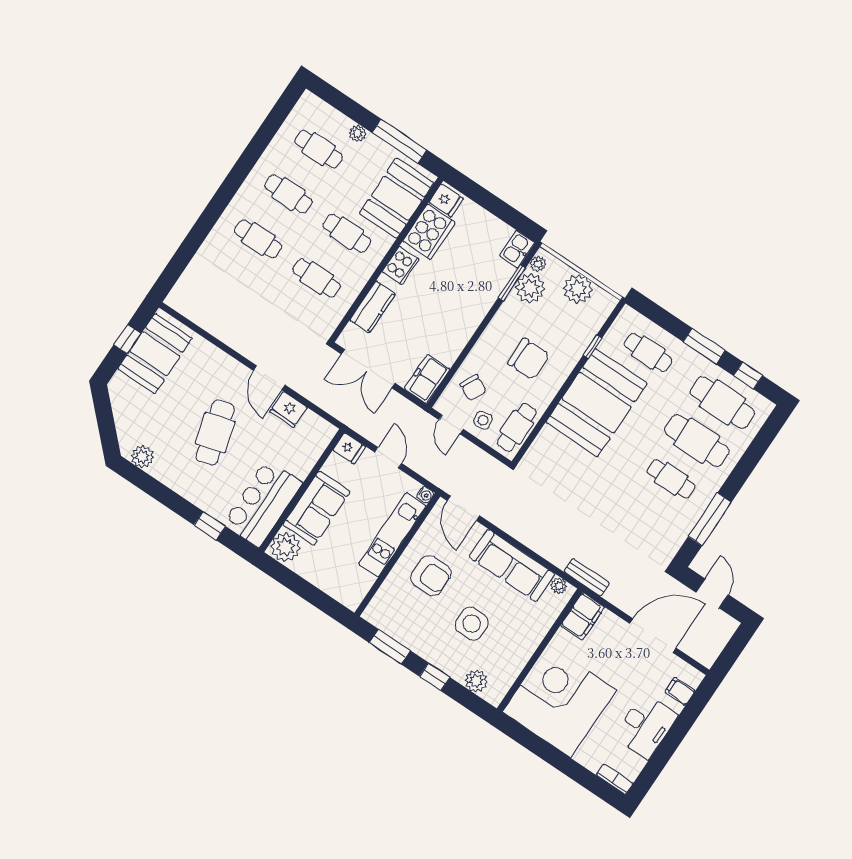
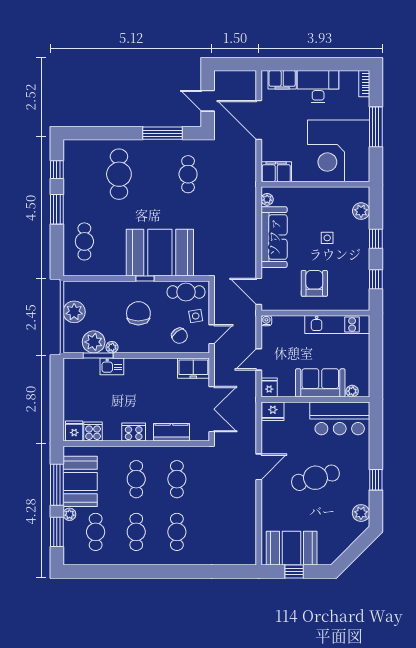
window: (347, 106) -> (57, 532), added
booth: (397, 198) -> (80, 481), moved, turned 90
cooker: (429, 232) -> (93, 431), width x0.53, depth x0.76
kitchen sink: (517, 249) -> (112, 366), moved
plant: (538, 264) -> (112, 347), moved
window: (593, 347) -> (145, 278), moved
chair: (473, 388) -> (179, 336), turned 115
booth: (597, 403) -> (160, 253), moved
cafe table: (722, 403) -> (84, 174), removed
fridge: (288, 410) -> (273, 411), moved, turned 90
cafe table: (671, 479) -> (188, 174), moved
door: (463, 508) -> (259, 291), swing flipped
window: (210, 526) -> (376, 480), moved
kitchen unit: (392, 535) -> (337, 325), moved
plant: (286, 547) -> (352, 391), width x0.53, depth x0.53
bench: (587, 577) -> (250, 186), removed
door: (712, 593) -> (208, 101), hinge flipped
side table: (472, 624) -> (327, 238), width x0.54, depth x0.54
window: (390, 647) -> (376, 279), width x0.67
filing cabinet: (680, 691) -> (282, 80), width x2.00
window: (558, 760) -> (376, 127), added

